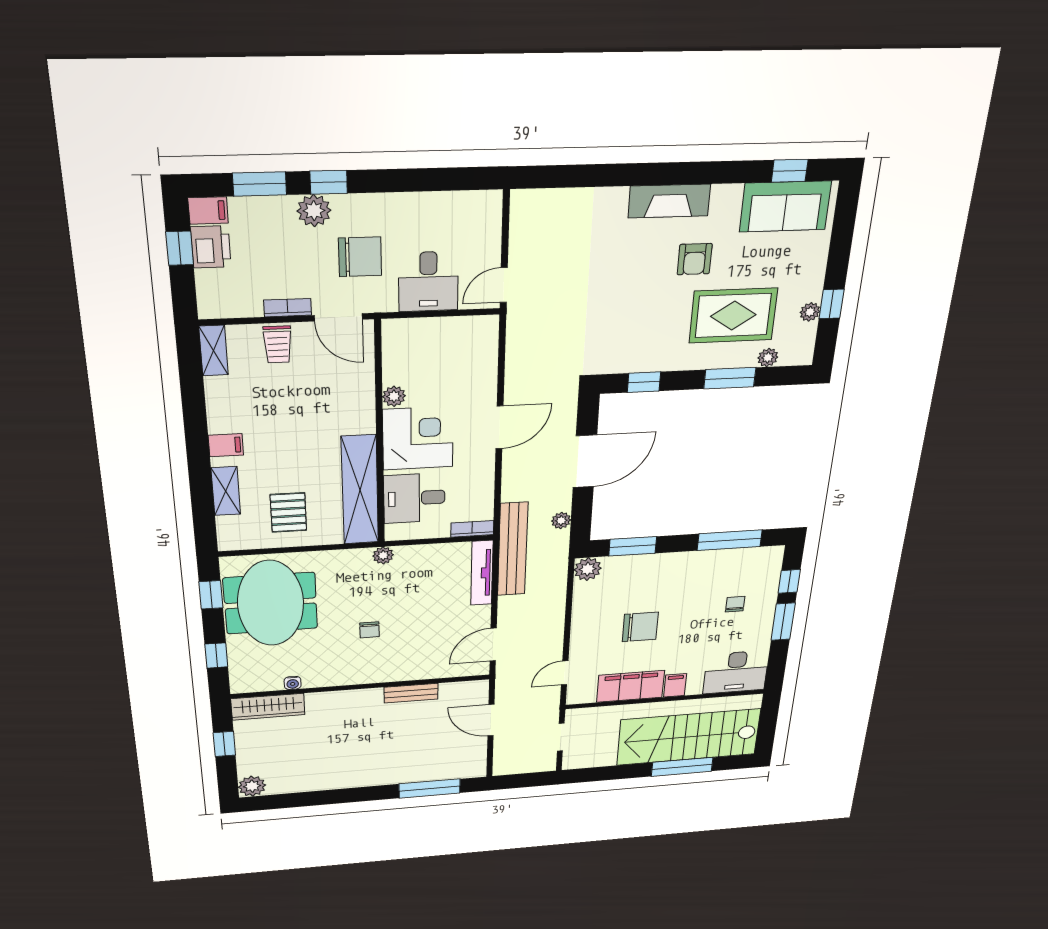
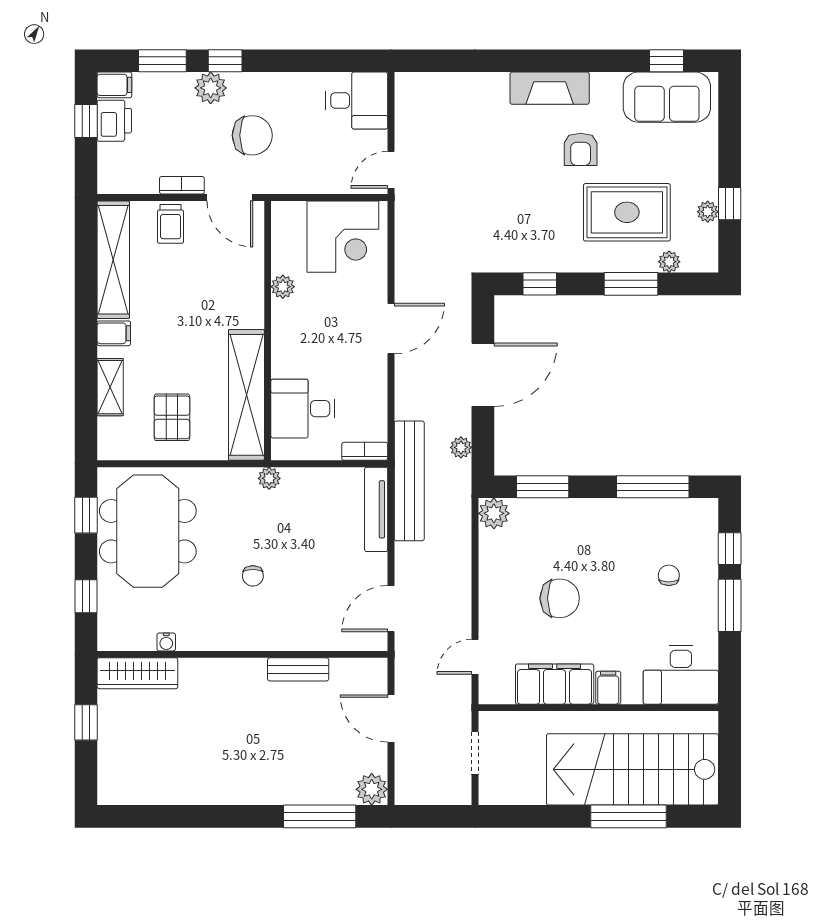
desk: (428, 282) -> (357, 101), moved, turned -90
shelving: (214, 351) -> (113, 260), width x2.20, depth x1.33
corner desk: (418, 438) -> (343, 237), moved, turned 90
plant: (252, 786) -> (372, 789), moved

